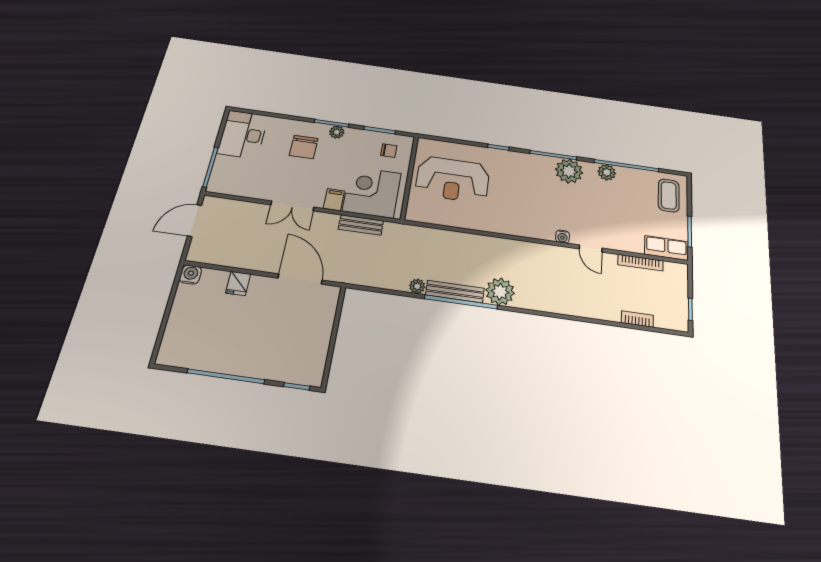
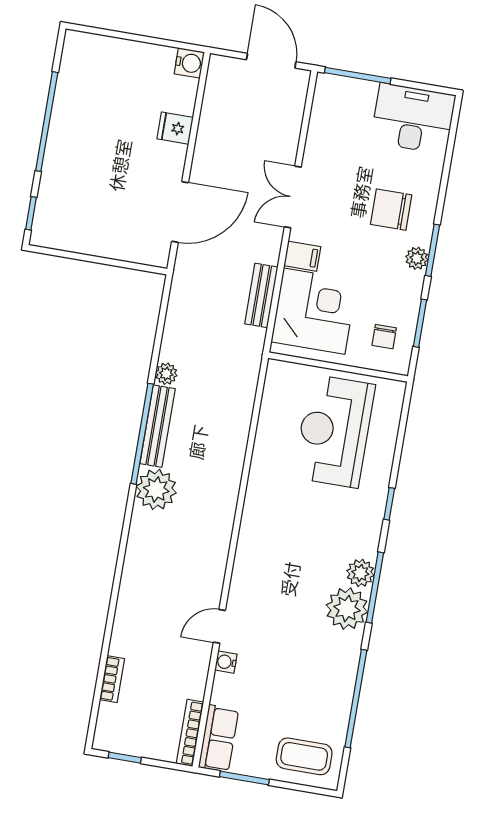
plant: (607, 172) -> (360, 573), moved
water cooler: (563, 237) -> (226, 662), moved
bookcase: (640, 263) -> (190, 733), moved

